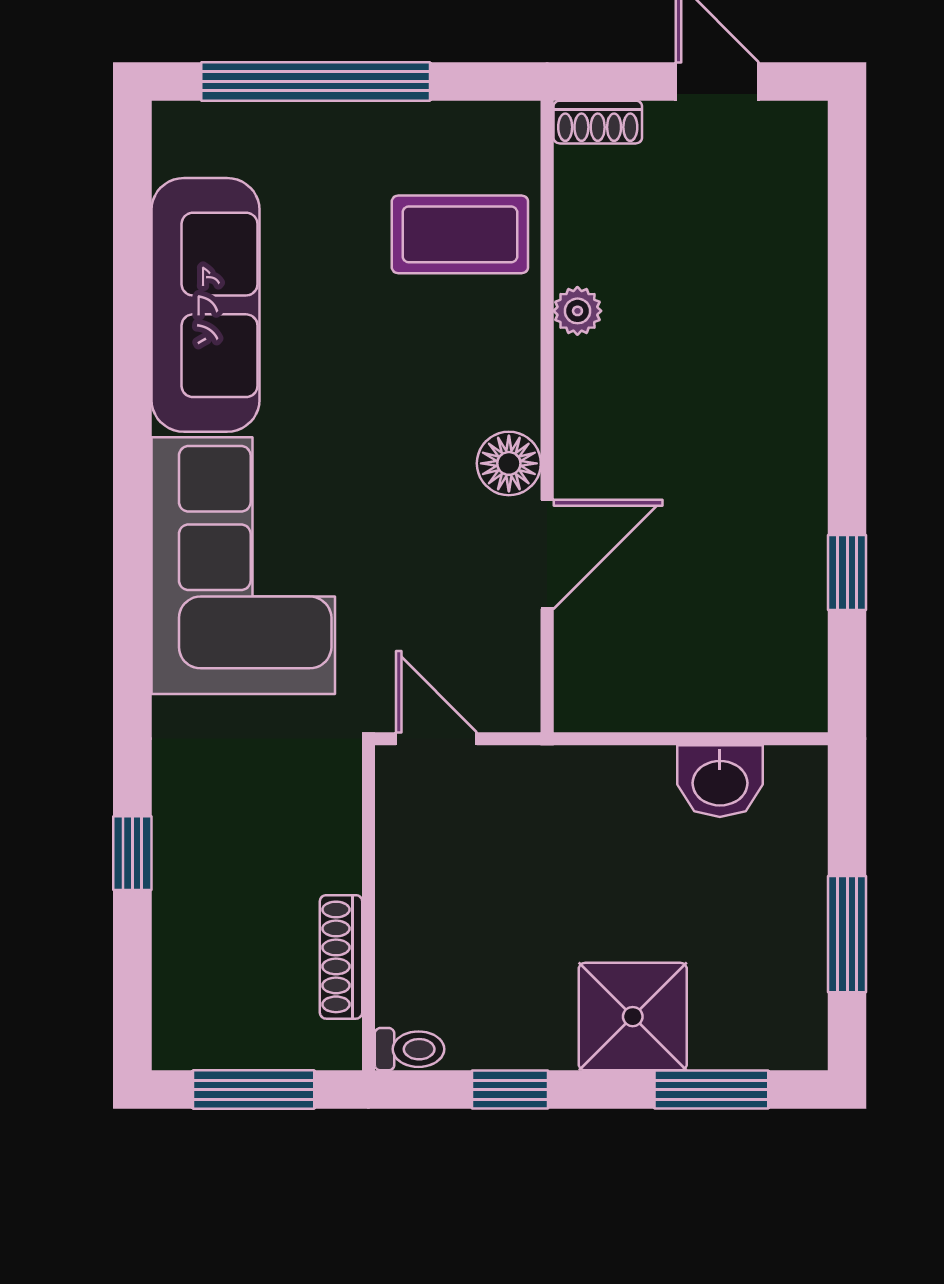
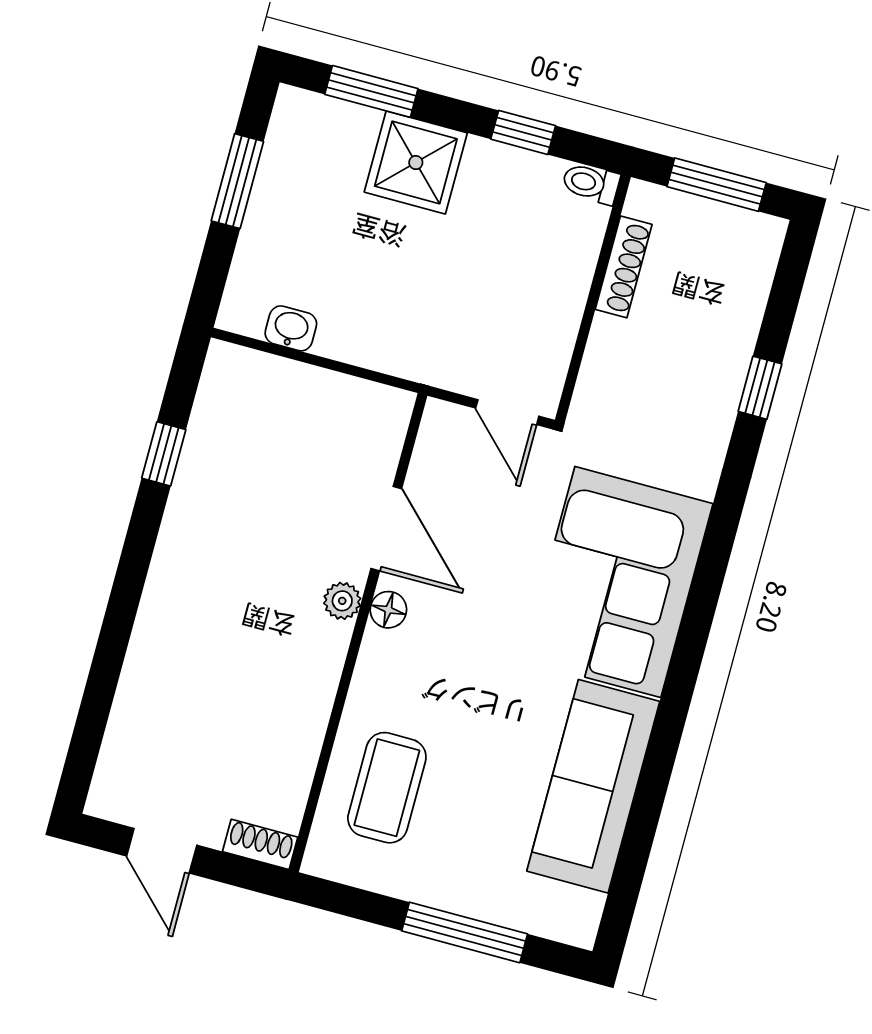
window: (316, 81) -> (465, 932), width x0.68
coffee table: (460, 234) -> (387, 788), turned 90
plant: (577, 311) -> (342, 601), moved
floor lamp: (509, 463) -> (388, 610), width x0.73, depth x0.73
door: (547, 554) -> (386, 529), swing flipped
washbasin: (720, 781) -> (291, 328), width x0.72, depth x0.69

